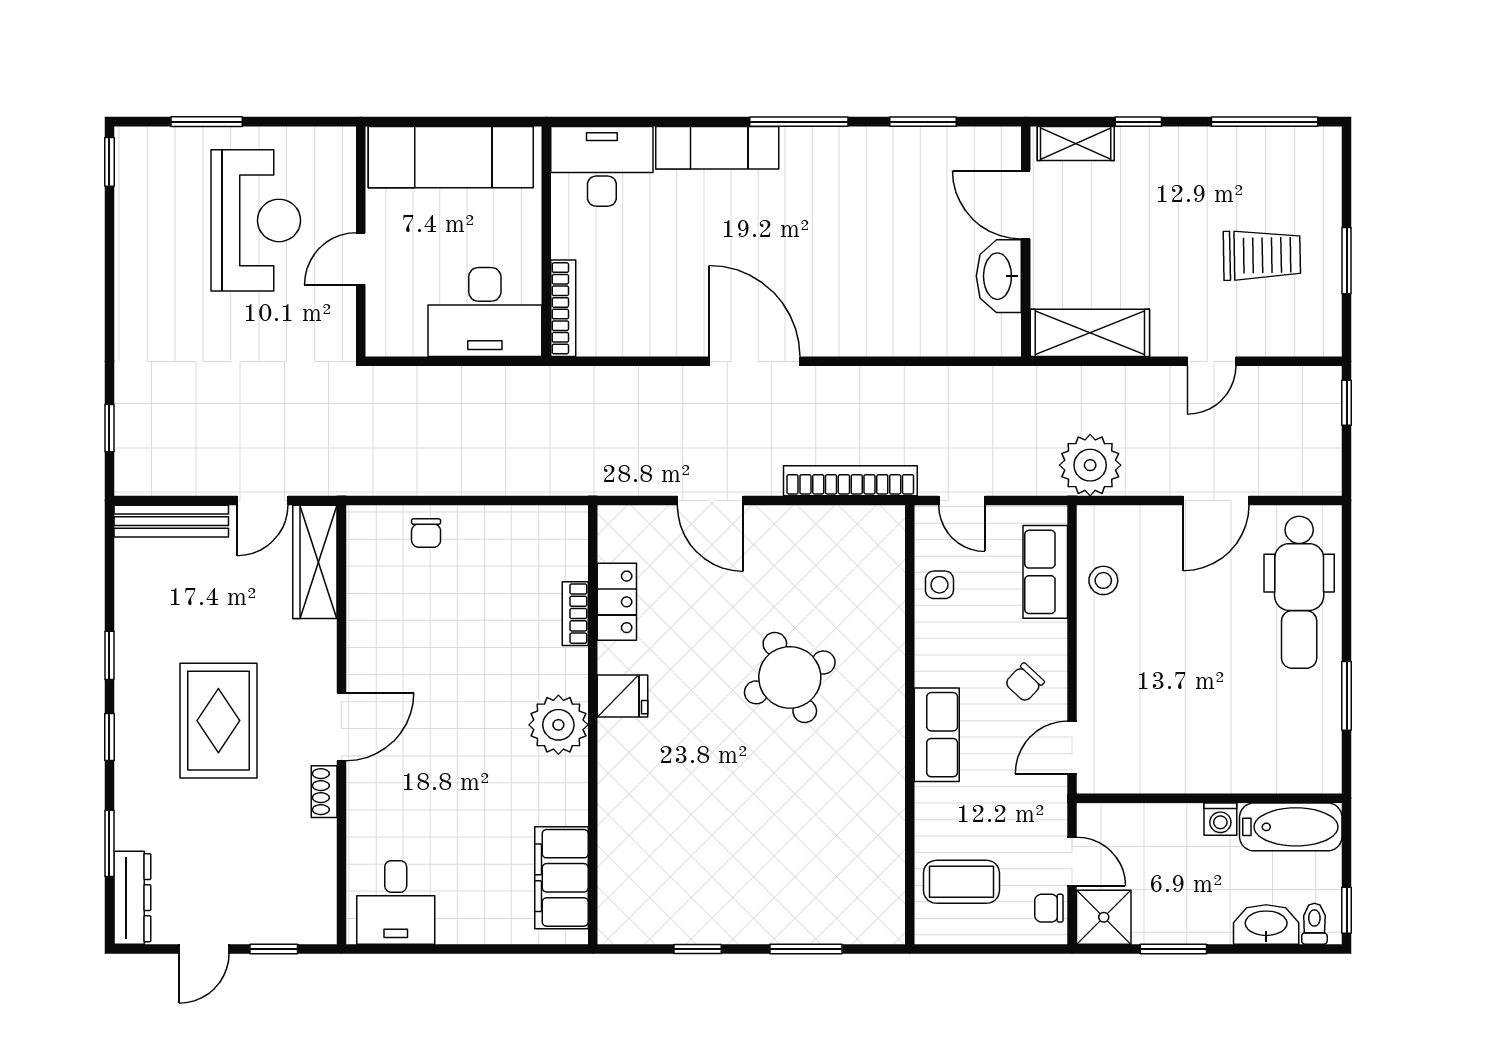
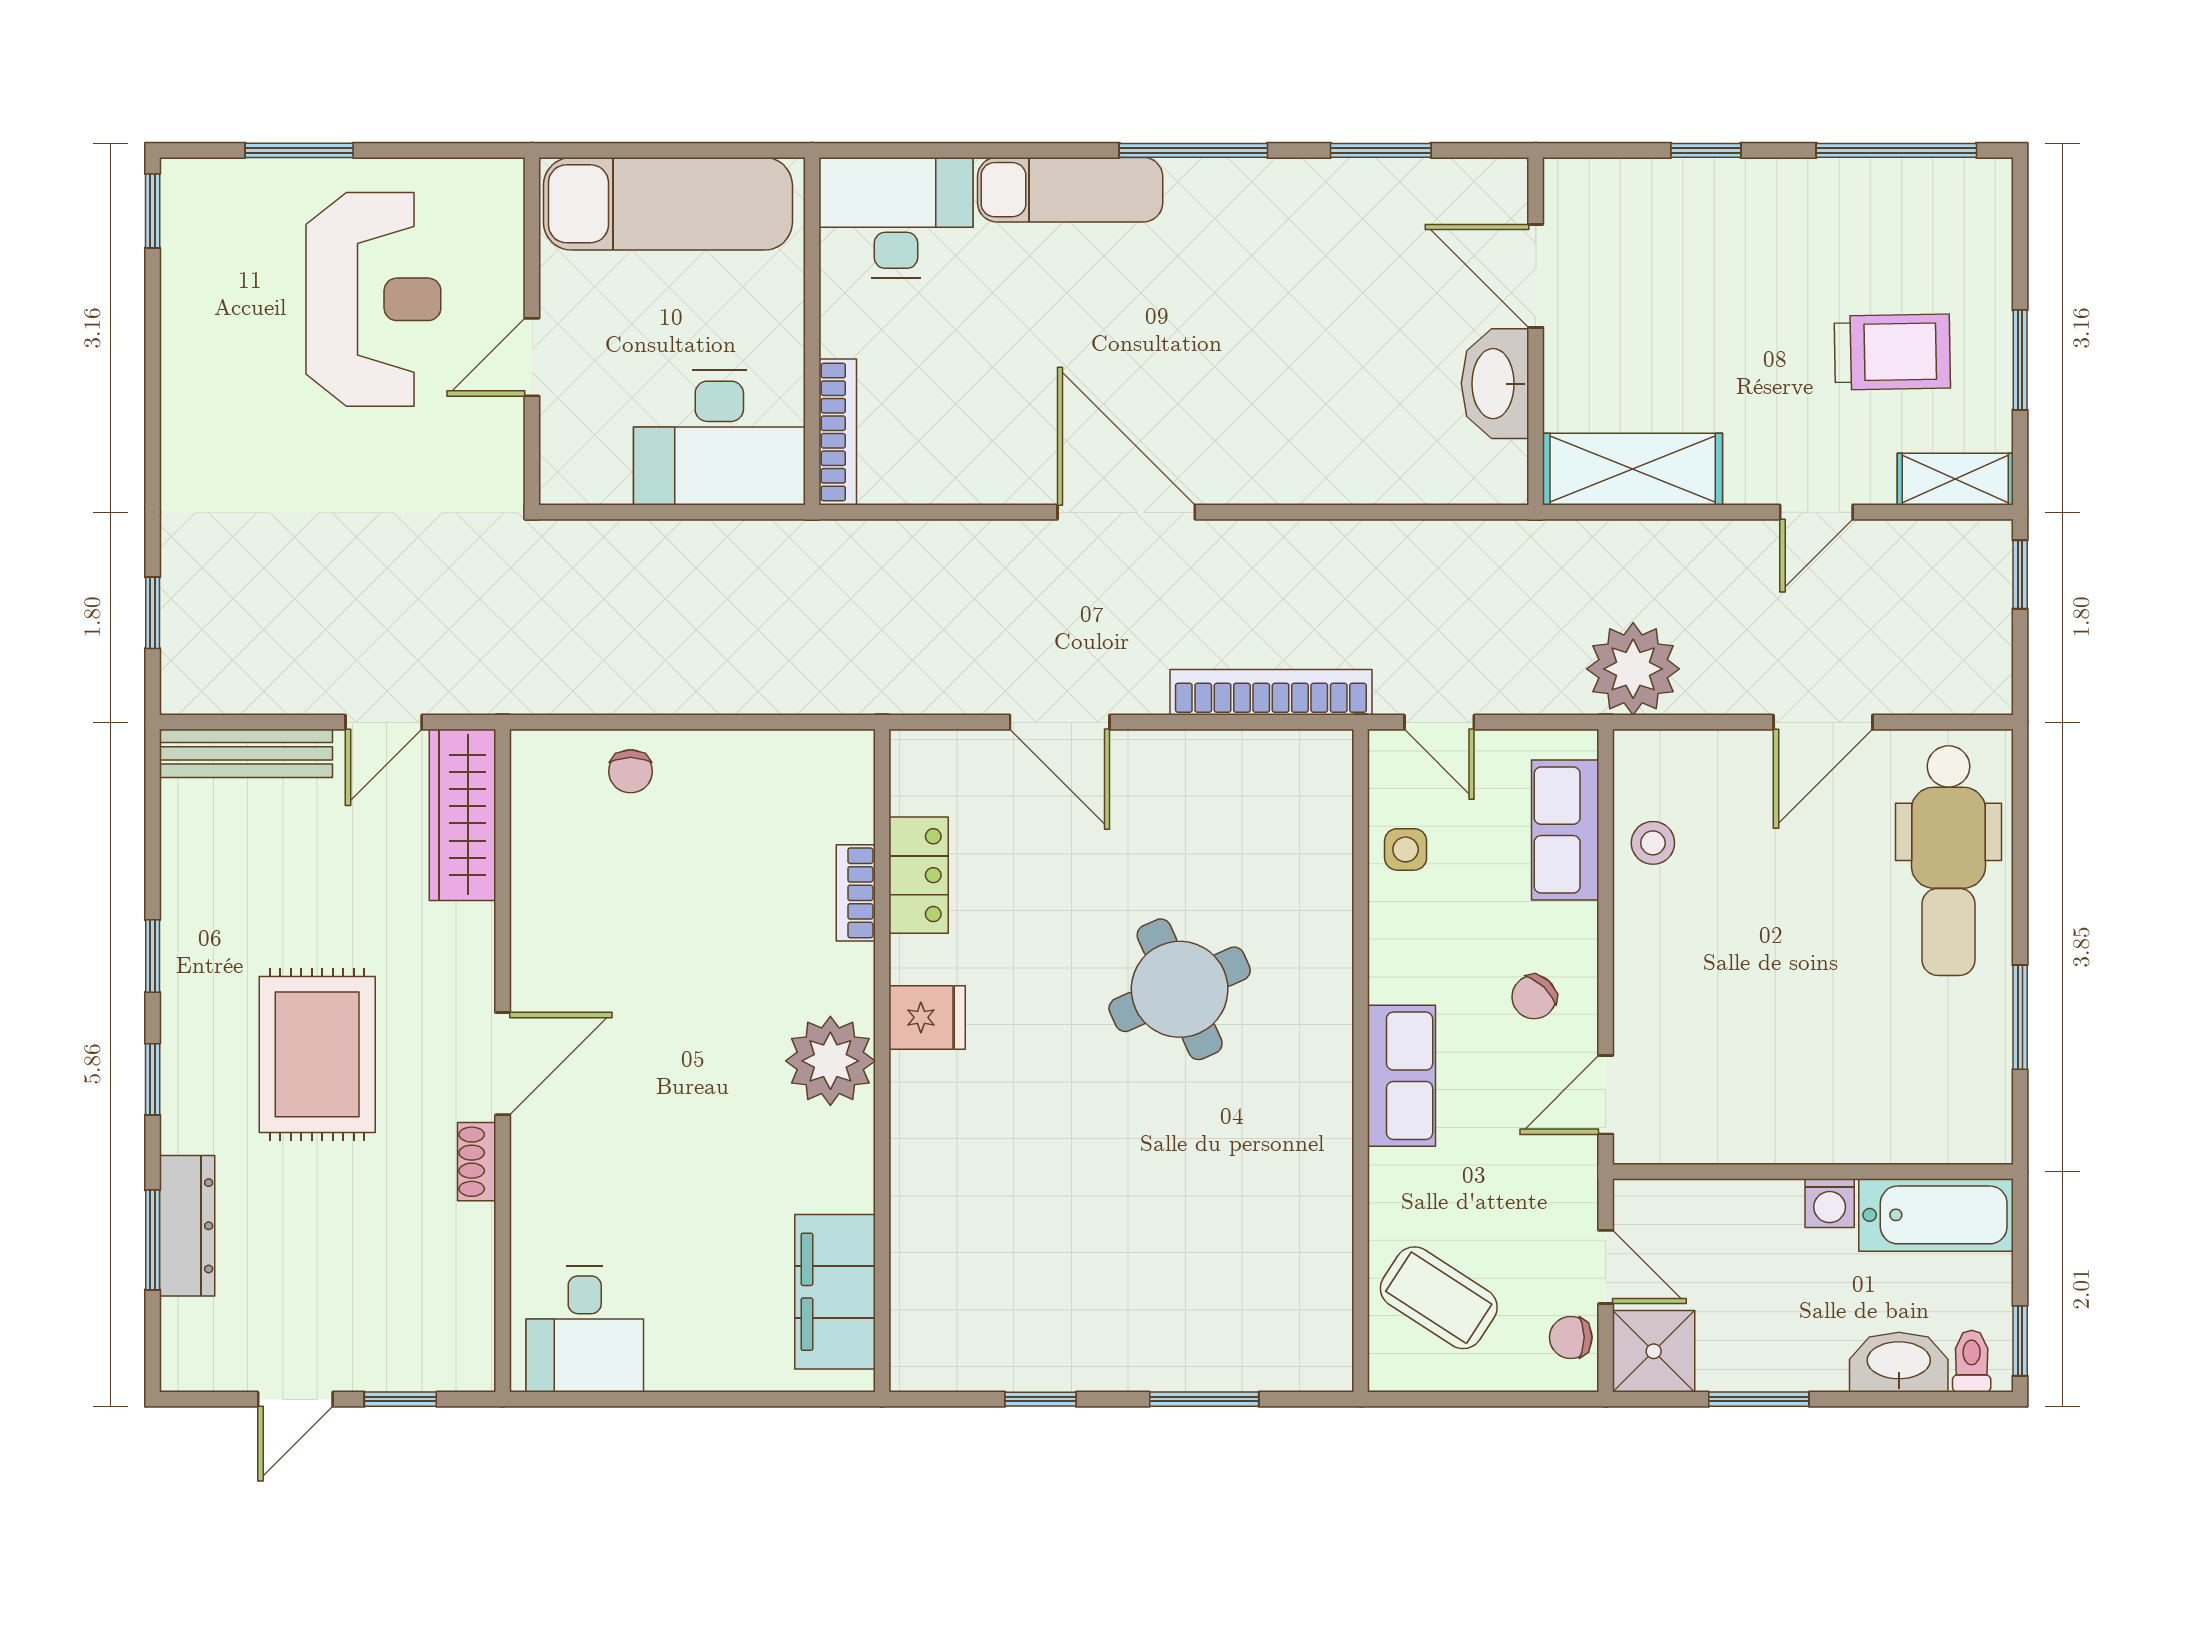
shelving: (1076, 144) -> (1955, 479), moved
coffee table: (961, 882) -> (1439, 1298), turned 33
dresser: (132, 898) -> (187, 1226), moved

